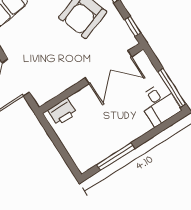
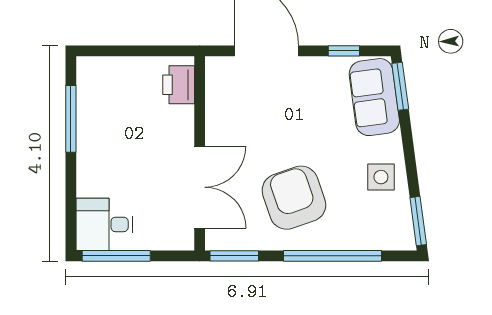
window: (133, 26) -> (234, 256), width x1.50
double door: (109, 67) -> (200, 187), swing flipped

